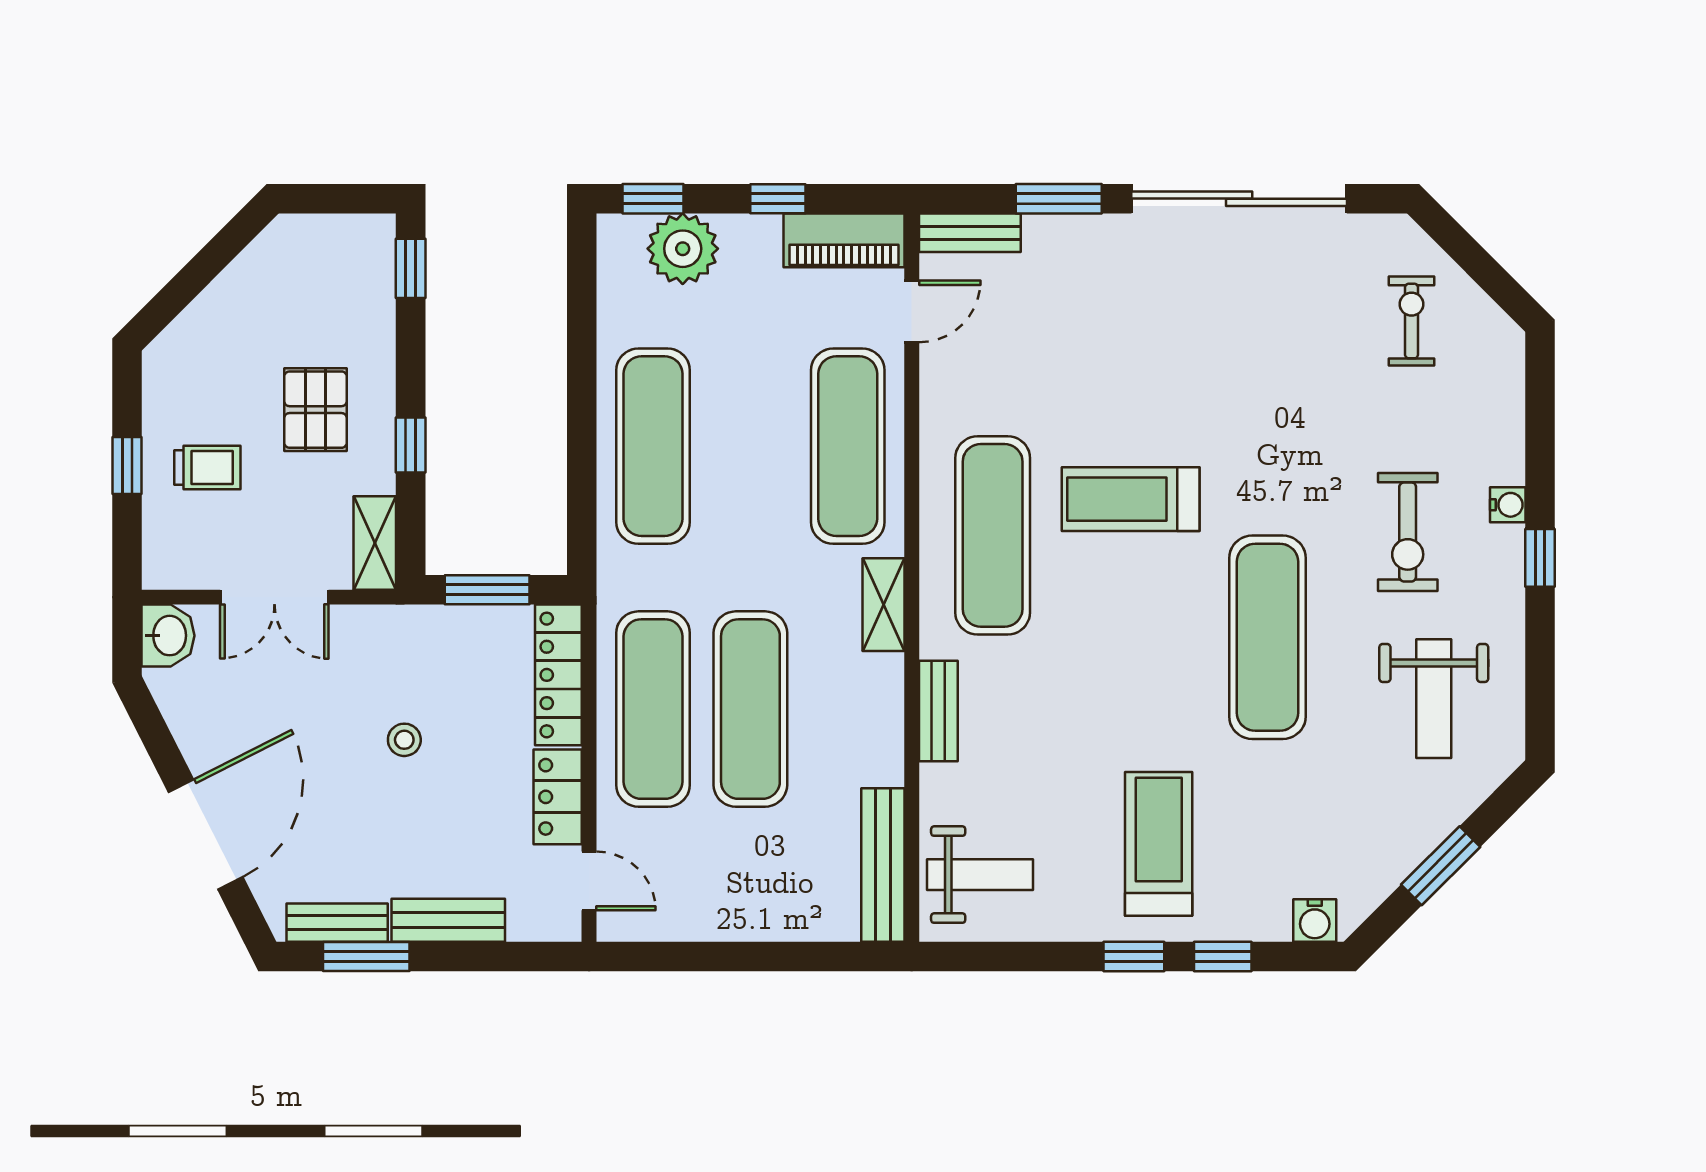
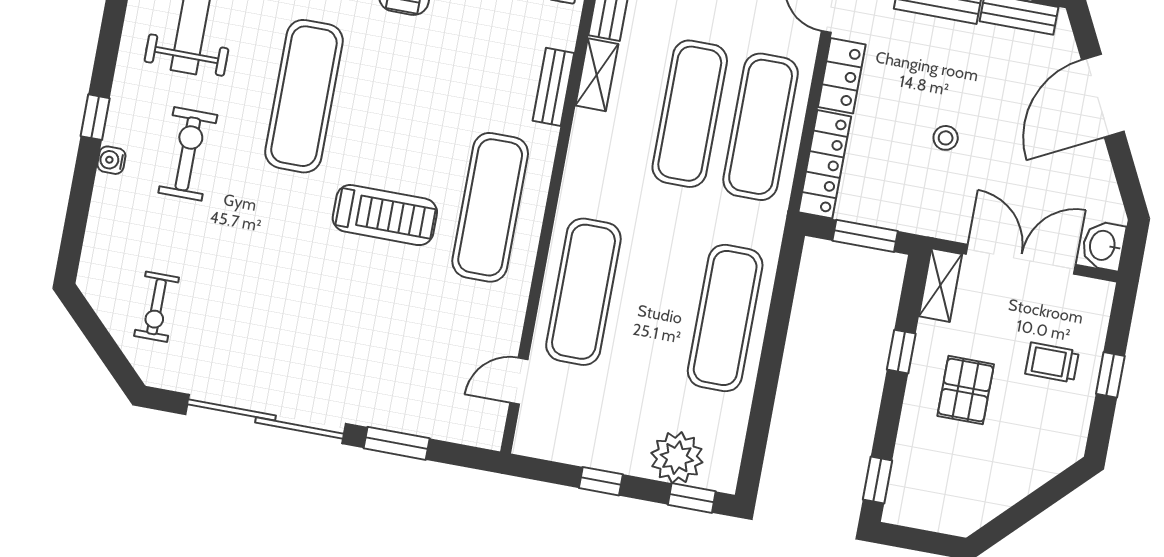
bench: (970, 233) -> (466, 431), removed
piano: (844, 240) -> (558, 442), removed
double door: (274, 597) -> (1021, 259), width x1.37
shelving: (883, 605) -> (597, 75), moved

